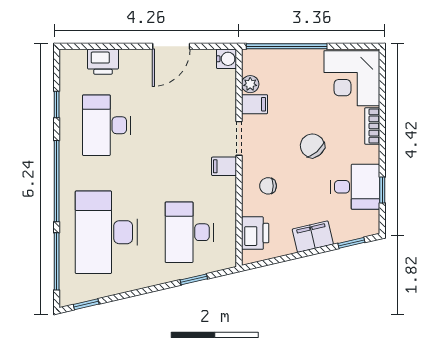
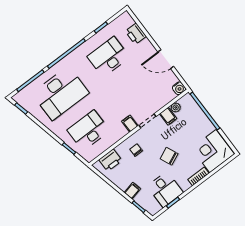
chair: (312, 146) -> (169, 156), turned -73
desk: (106, 232) -> (60, 93), turned 180
filing cabinet: (313, 237) -> (132, 191), width x0.50

